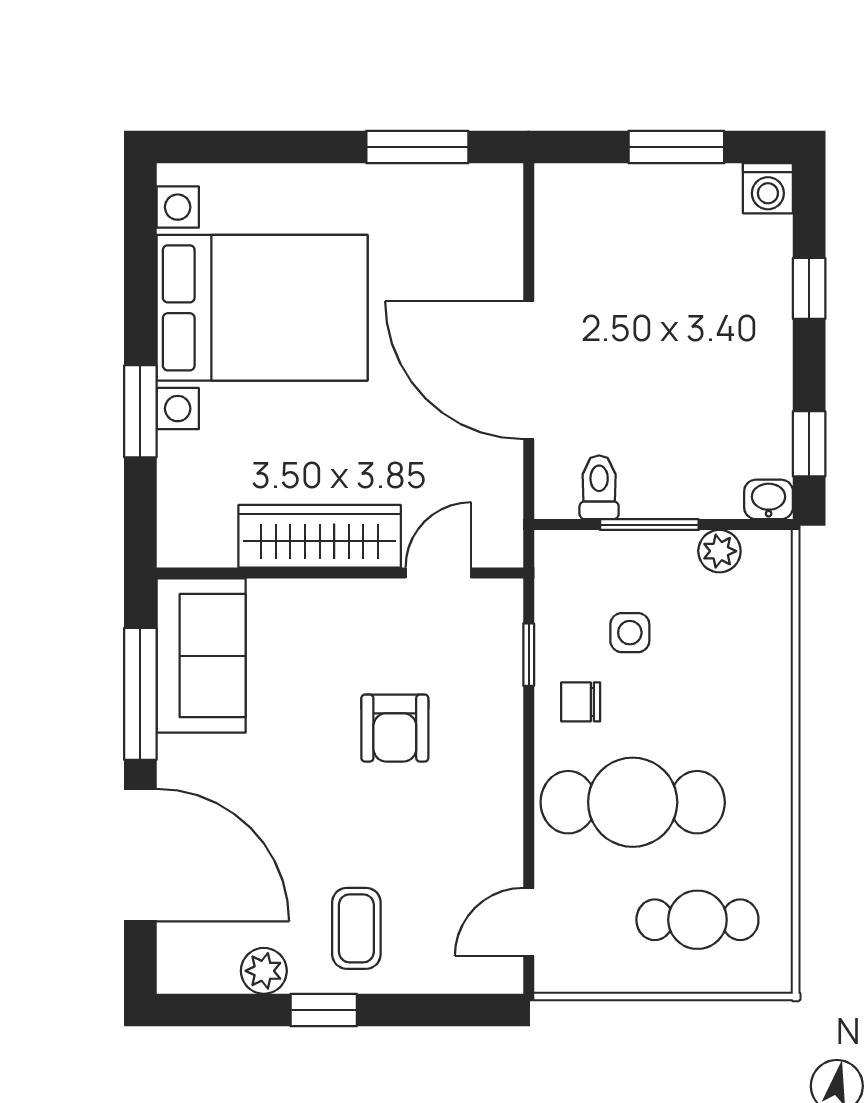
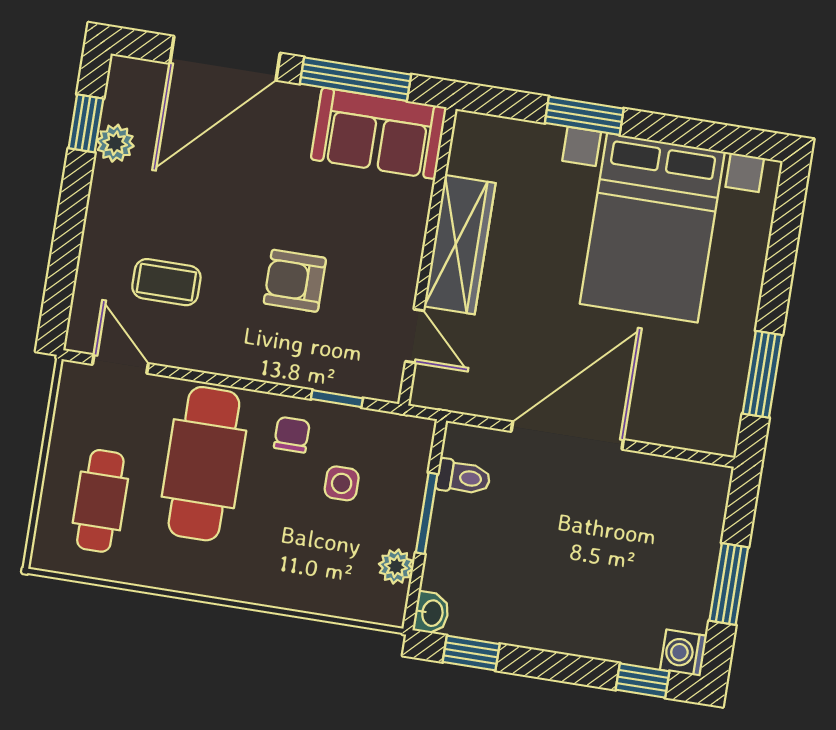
window: (809, 288) -> (642, 680), moved
coffee table: (356, 928) -> (166, 282), moved
window: (324, 1010) -> (86, 123), moved

